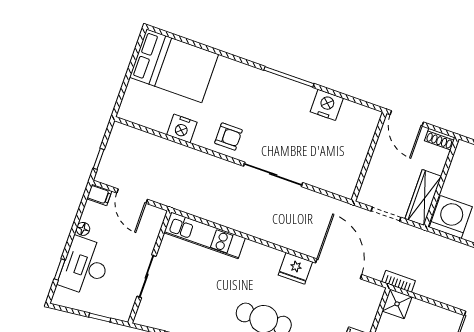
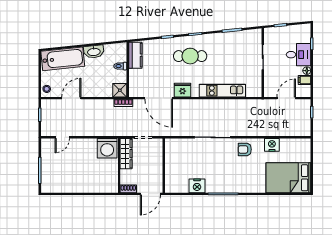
door: (407, 118) -> (150, 194), swing flipped
filing cabinet: (99, 195) -> (304, 80), moved
door: (132, 196) -> (286, 98), hinge flipped
kitchen unit: (205, 235) -> (222, 91), moved
desk: (85, 266) -> (299, 55), width x0.73

